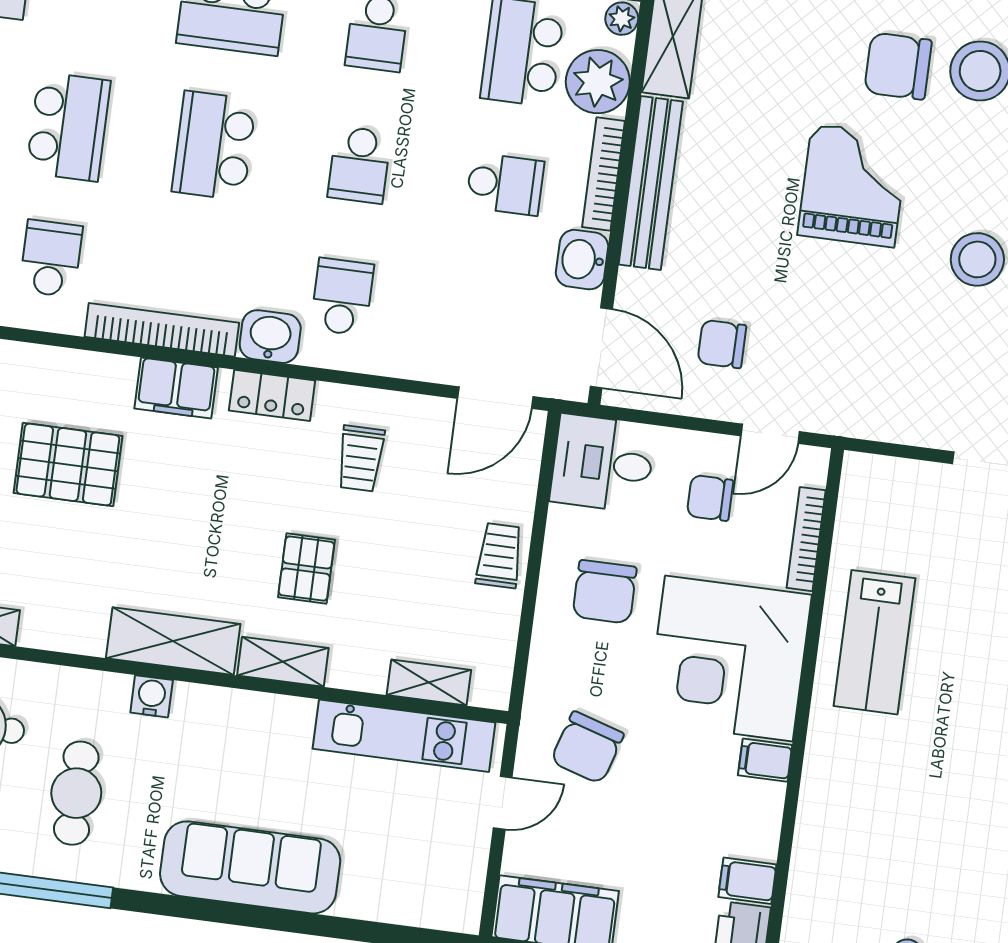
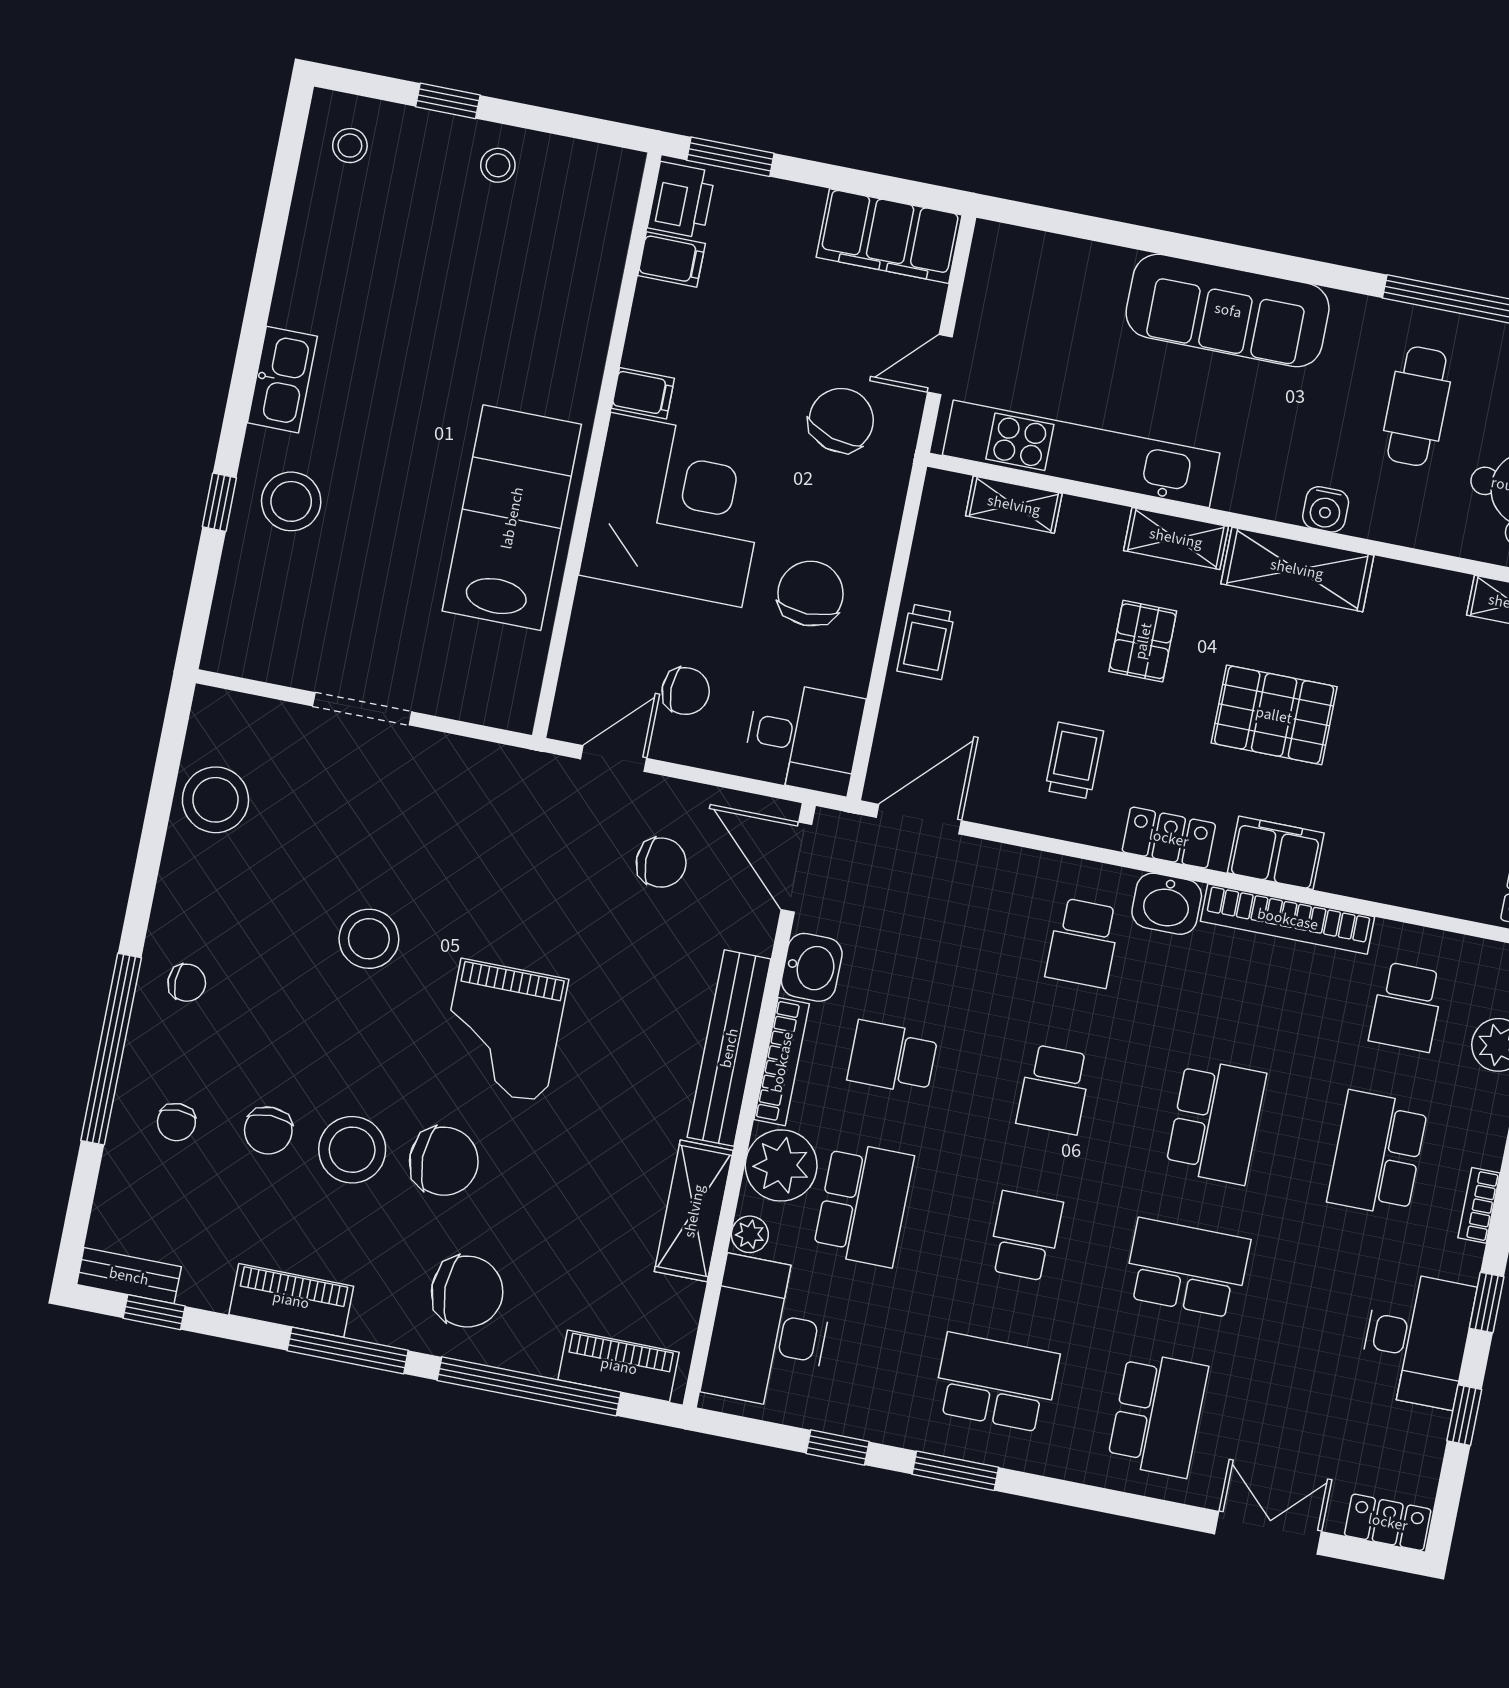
school desk: (359, 165) -> (1054, 1090), turned 180
pallet: (68, 465) -> (1274, 715), moved
bookcase: (806, 539) -> (581, 638), removed
lab bench: (875, 642) -> (512, 518), width x1.36, depth x1.39
kitchen unit: (404, 736) -> (1081, 454), width x1.36

